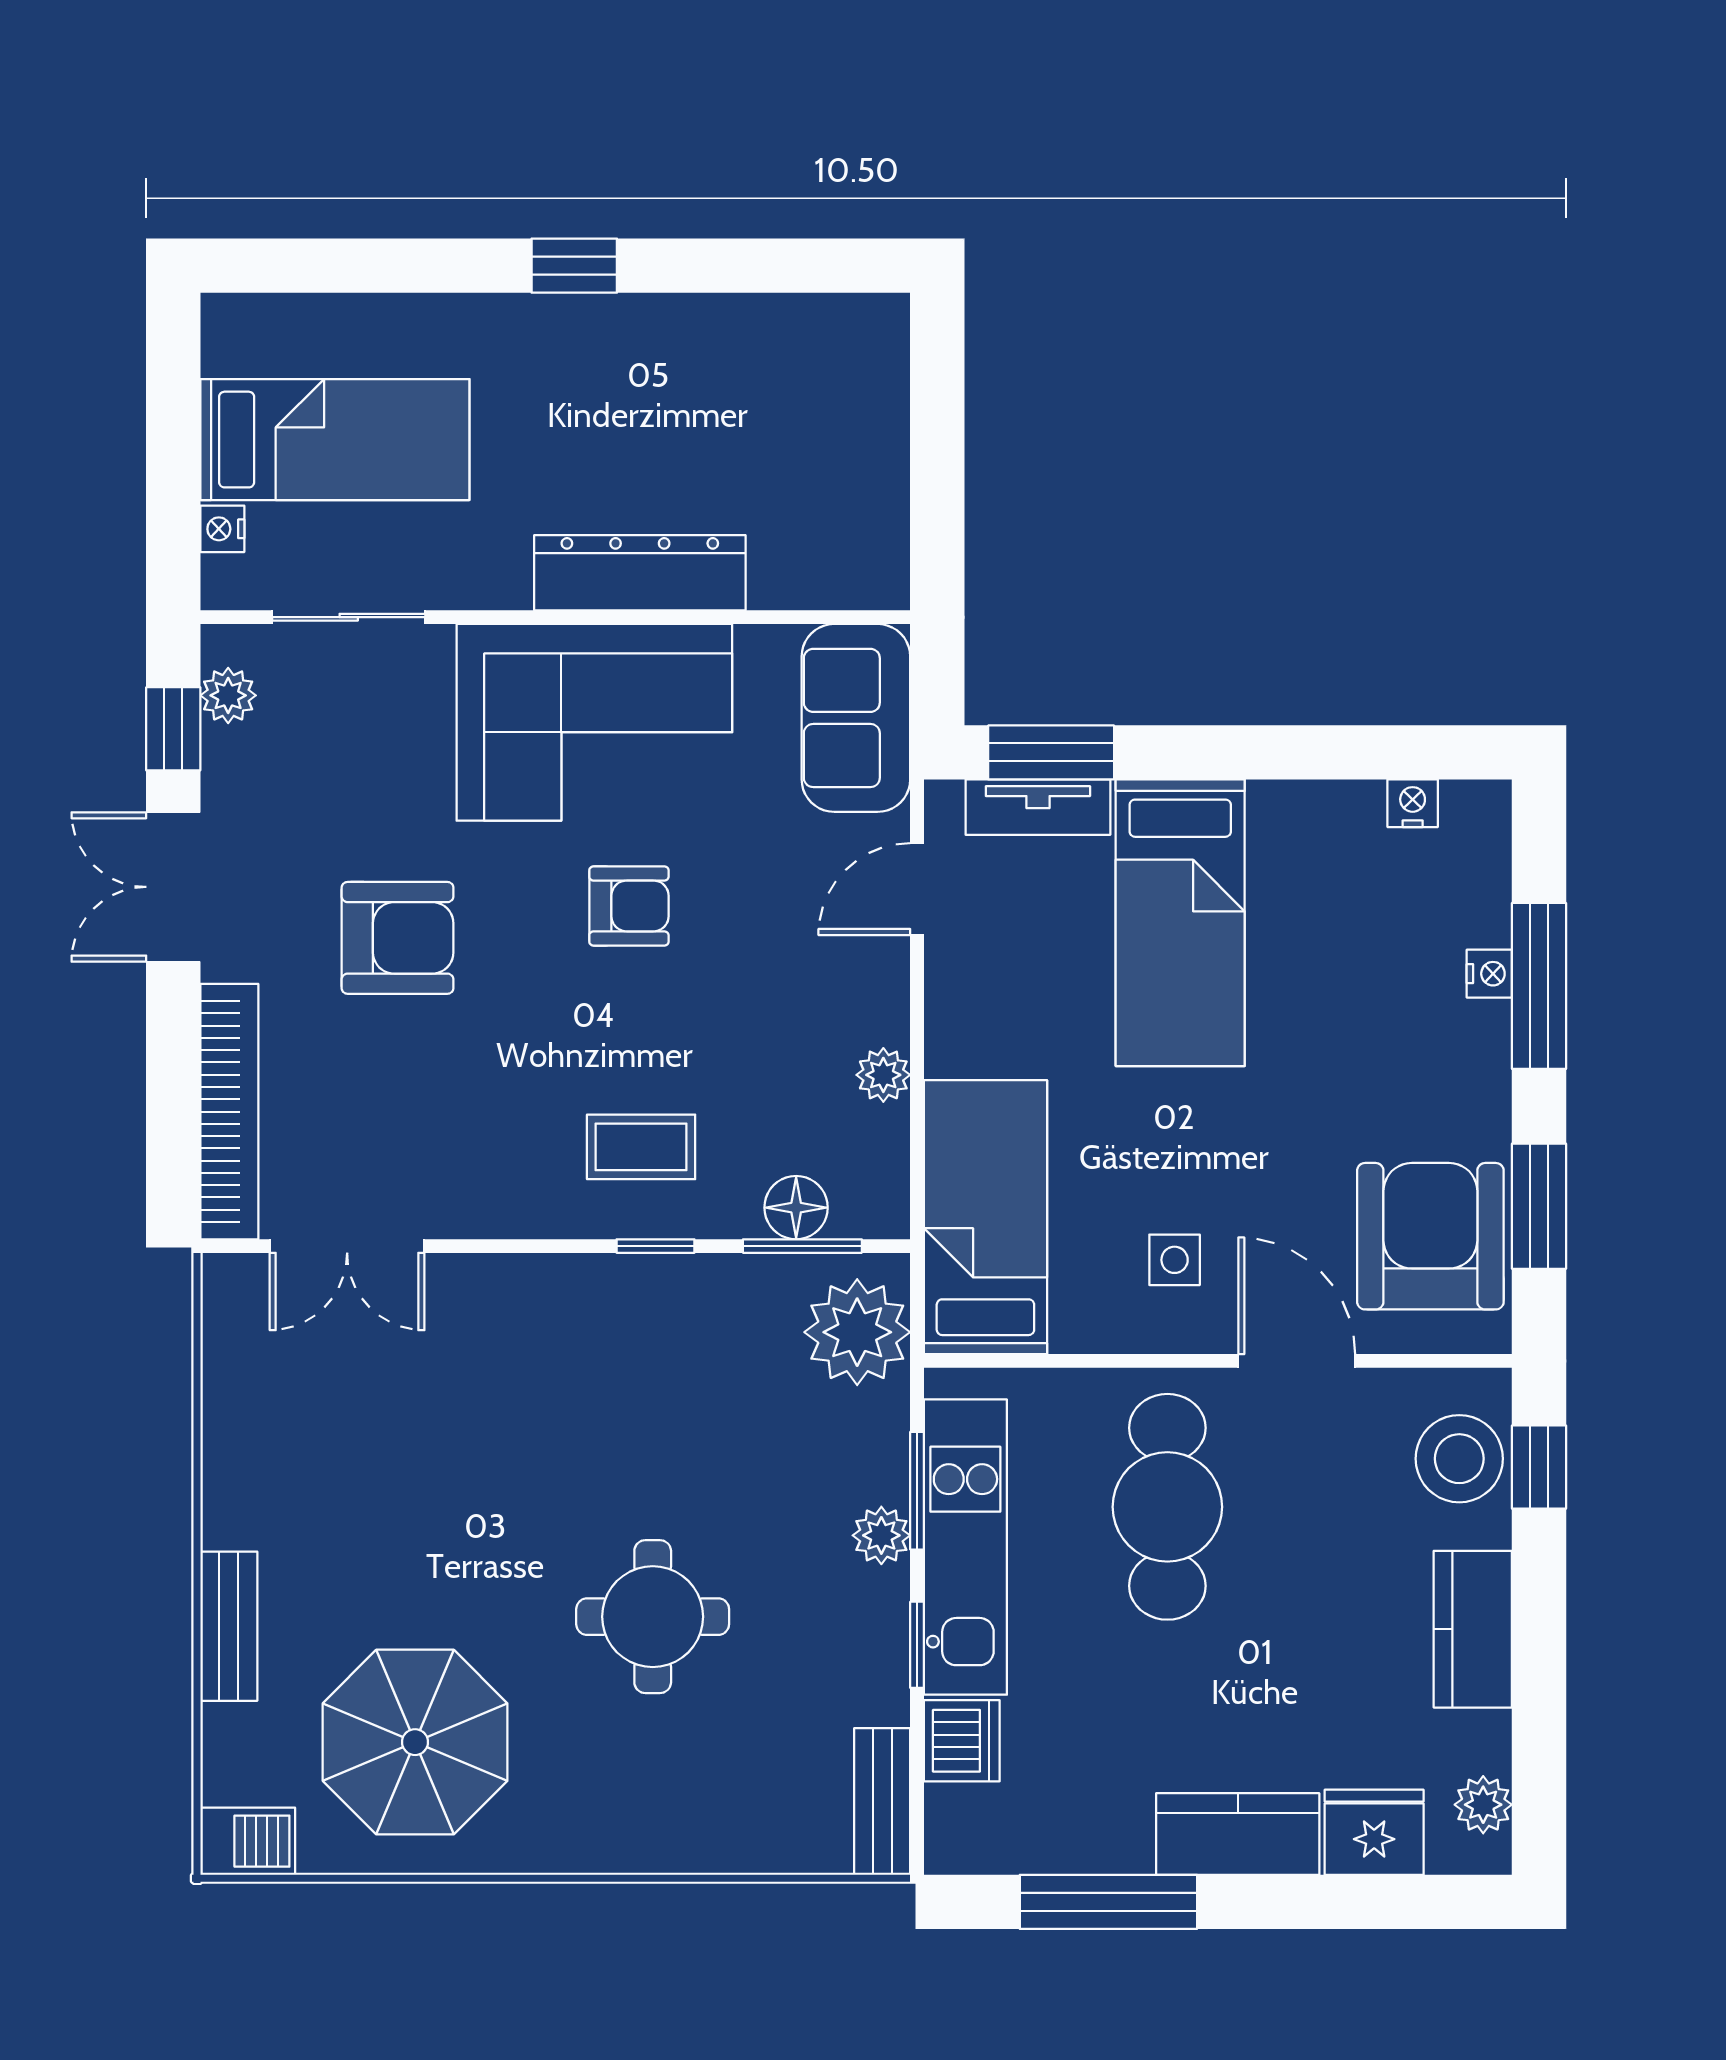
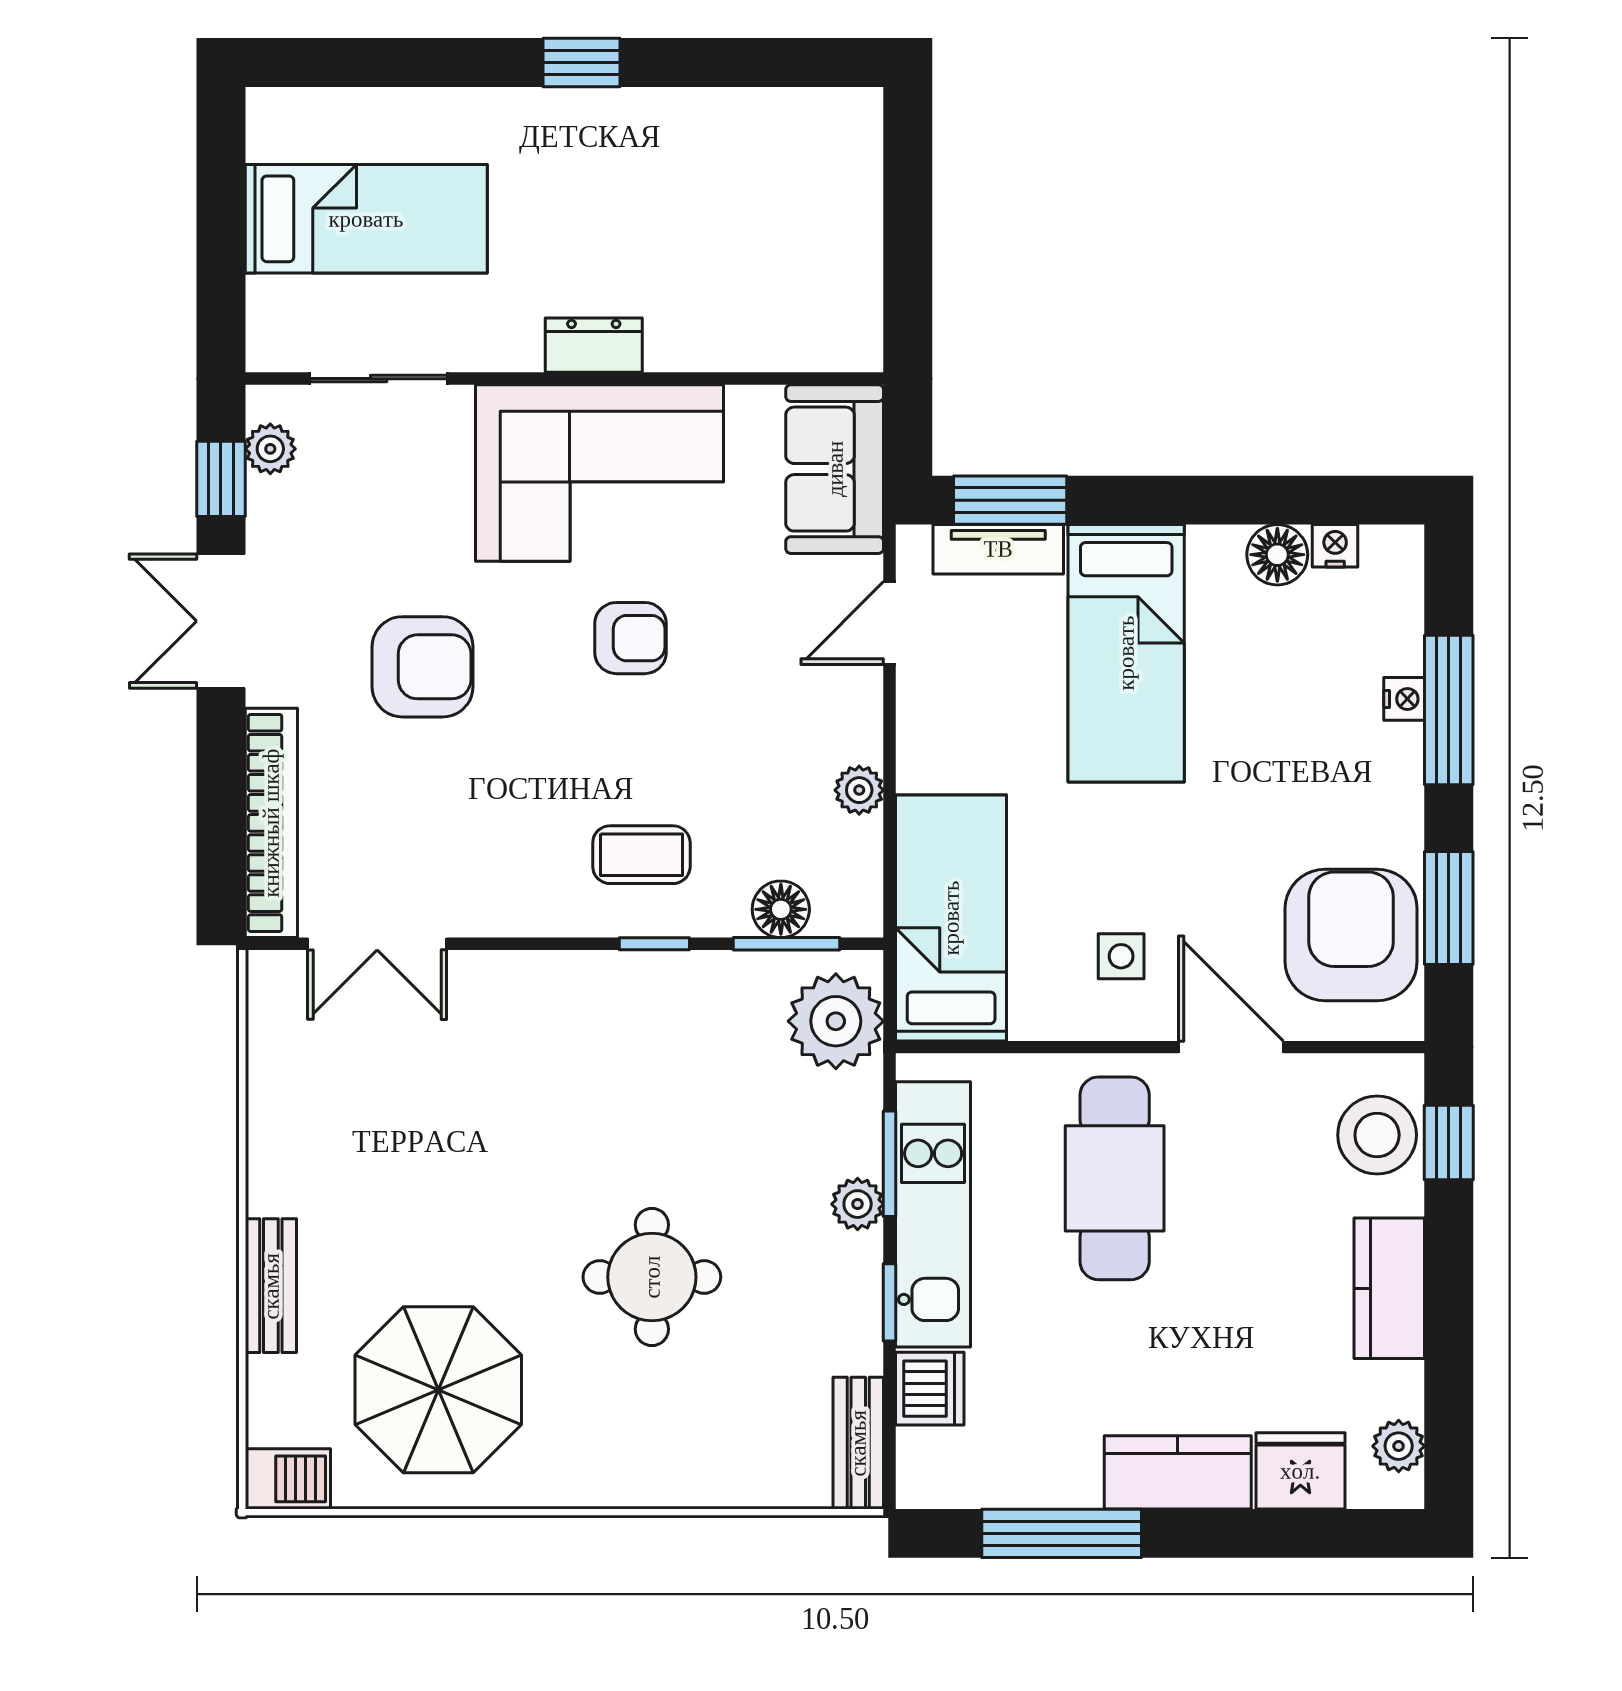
nightstand: (222, 529) -> (265, 299), removed
dresser: (640, 573) -> (594, 345), width x0.51, depth x0.80
floor lamp: (1348, 813) -> (1277, 555), added

